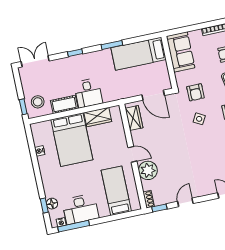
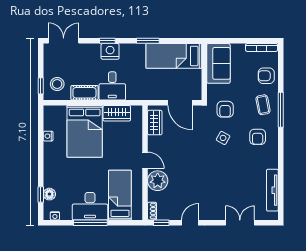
nightstand: (80, 62) -> (110, 51), added
desk: (80, 209) -> (90, 206), moved
window: (74, 226) -> (90, 223), moved

